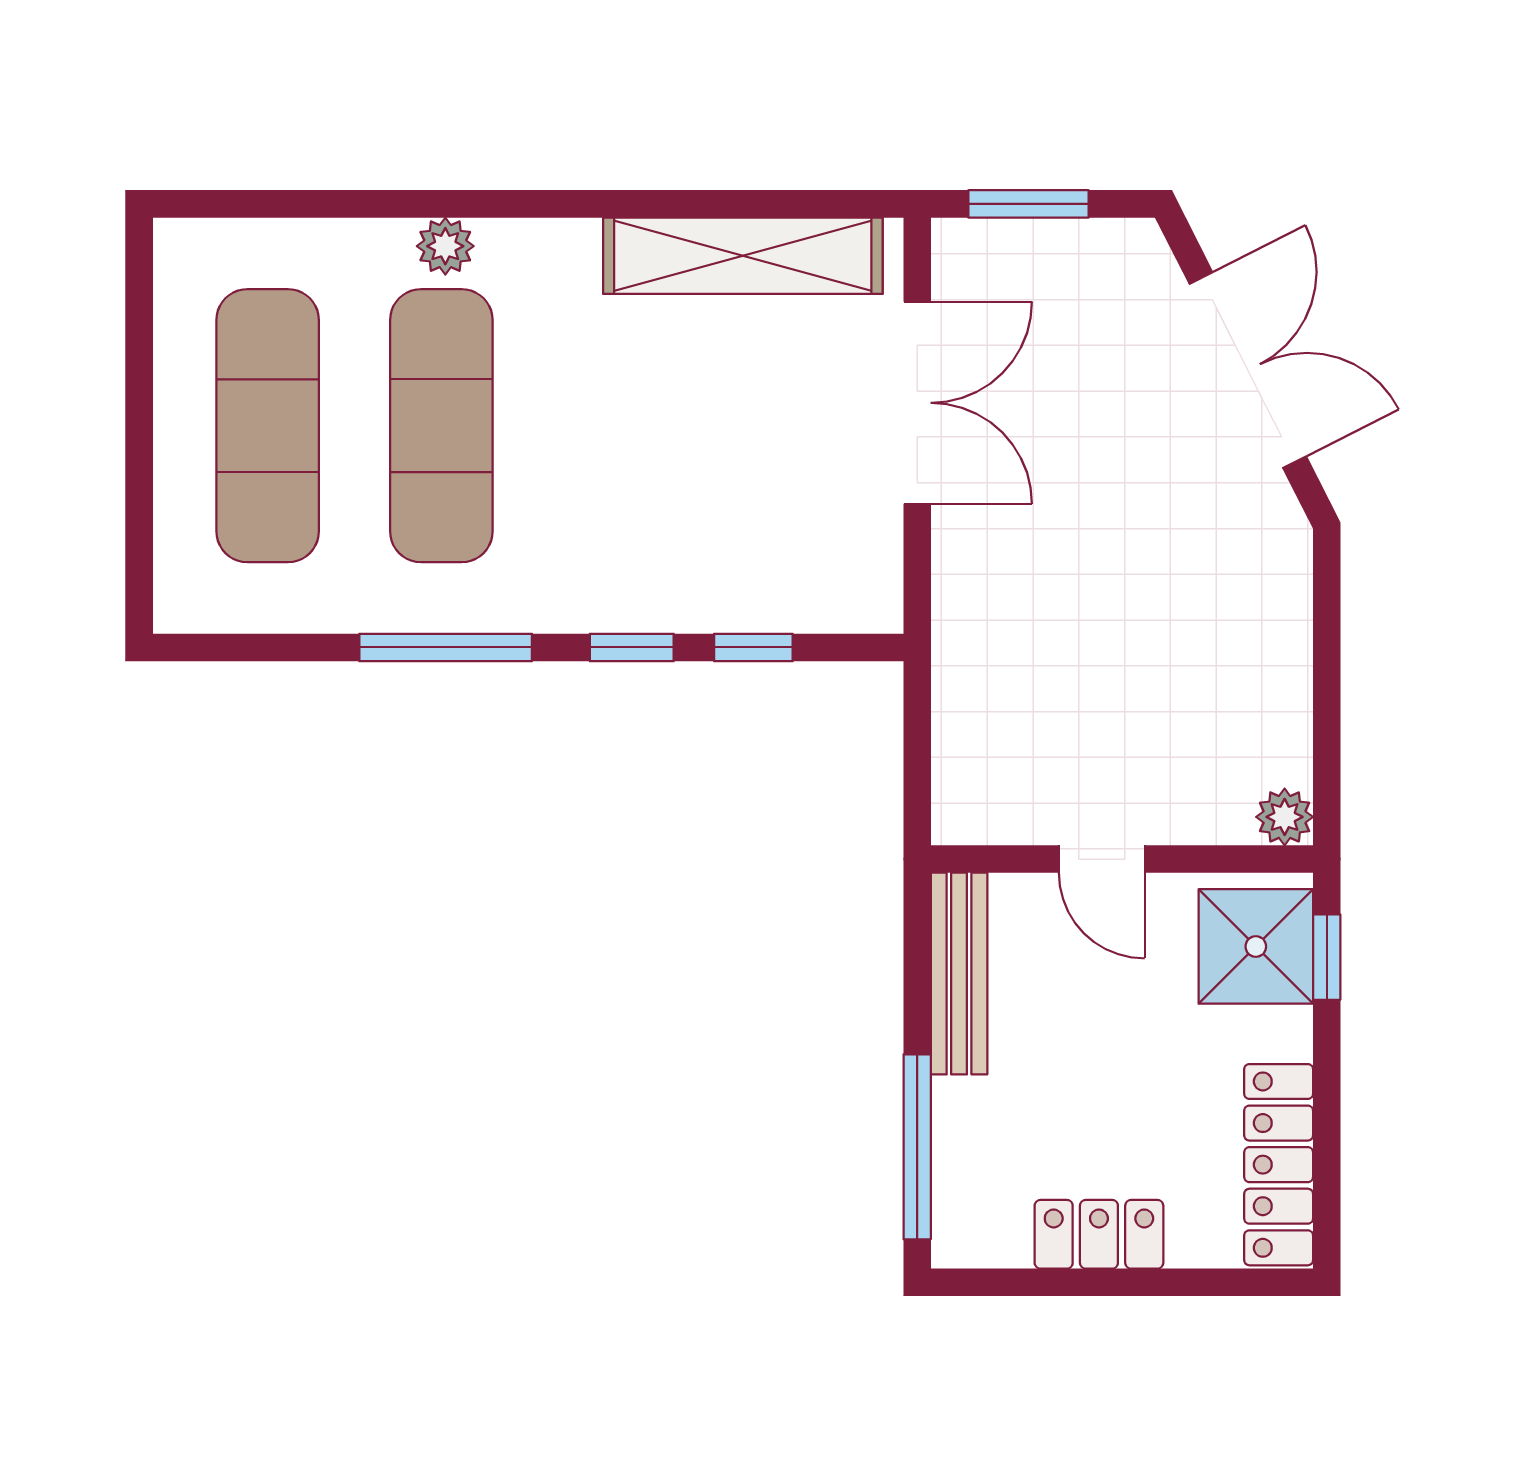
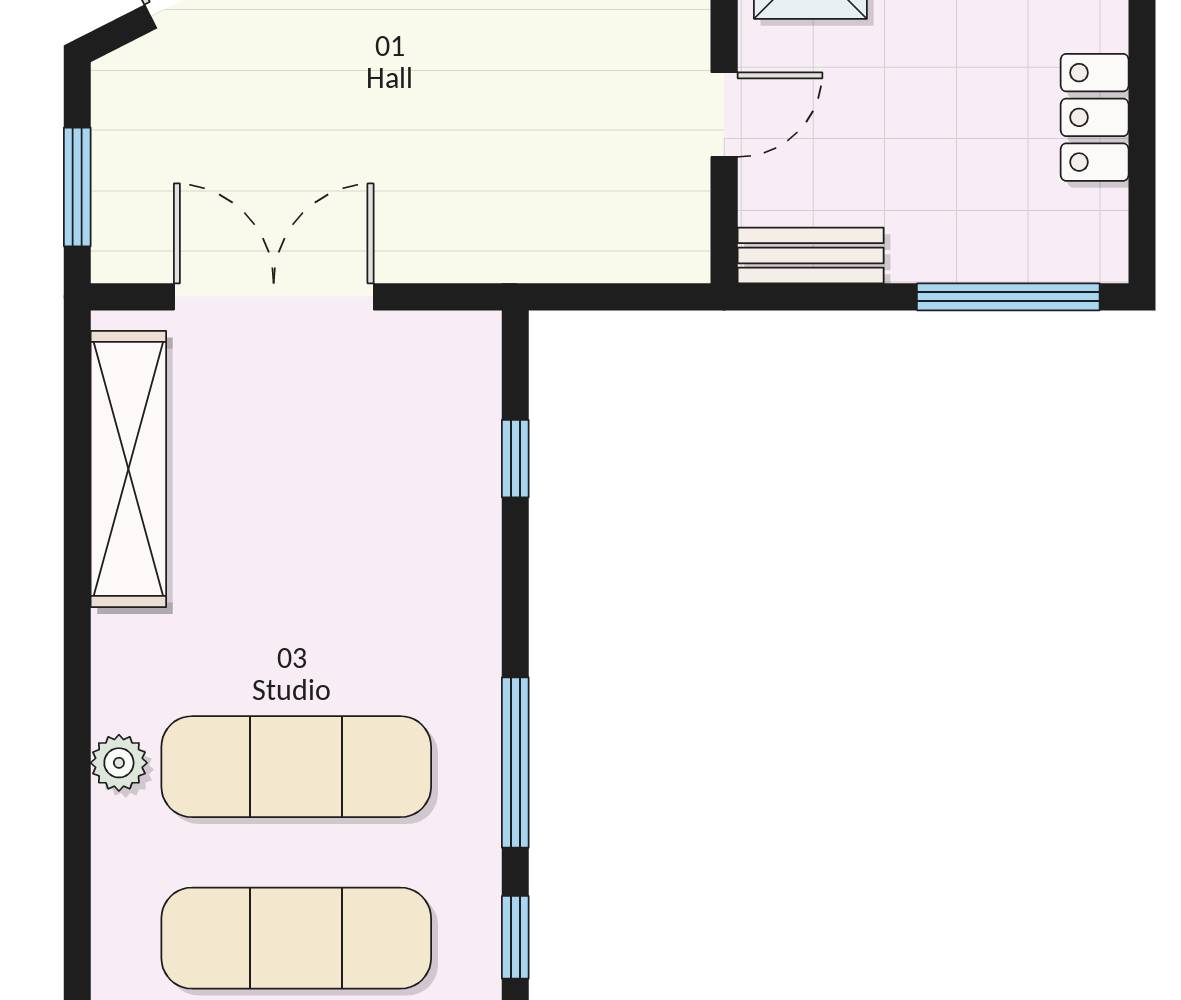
window: (632, 647) -> (515, 937), moved
bench: (959, 974) -> (811, 255), width x0.73

